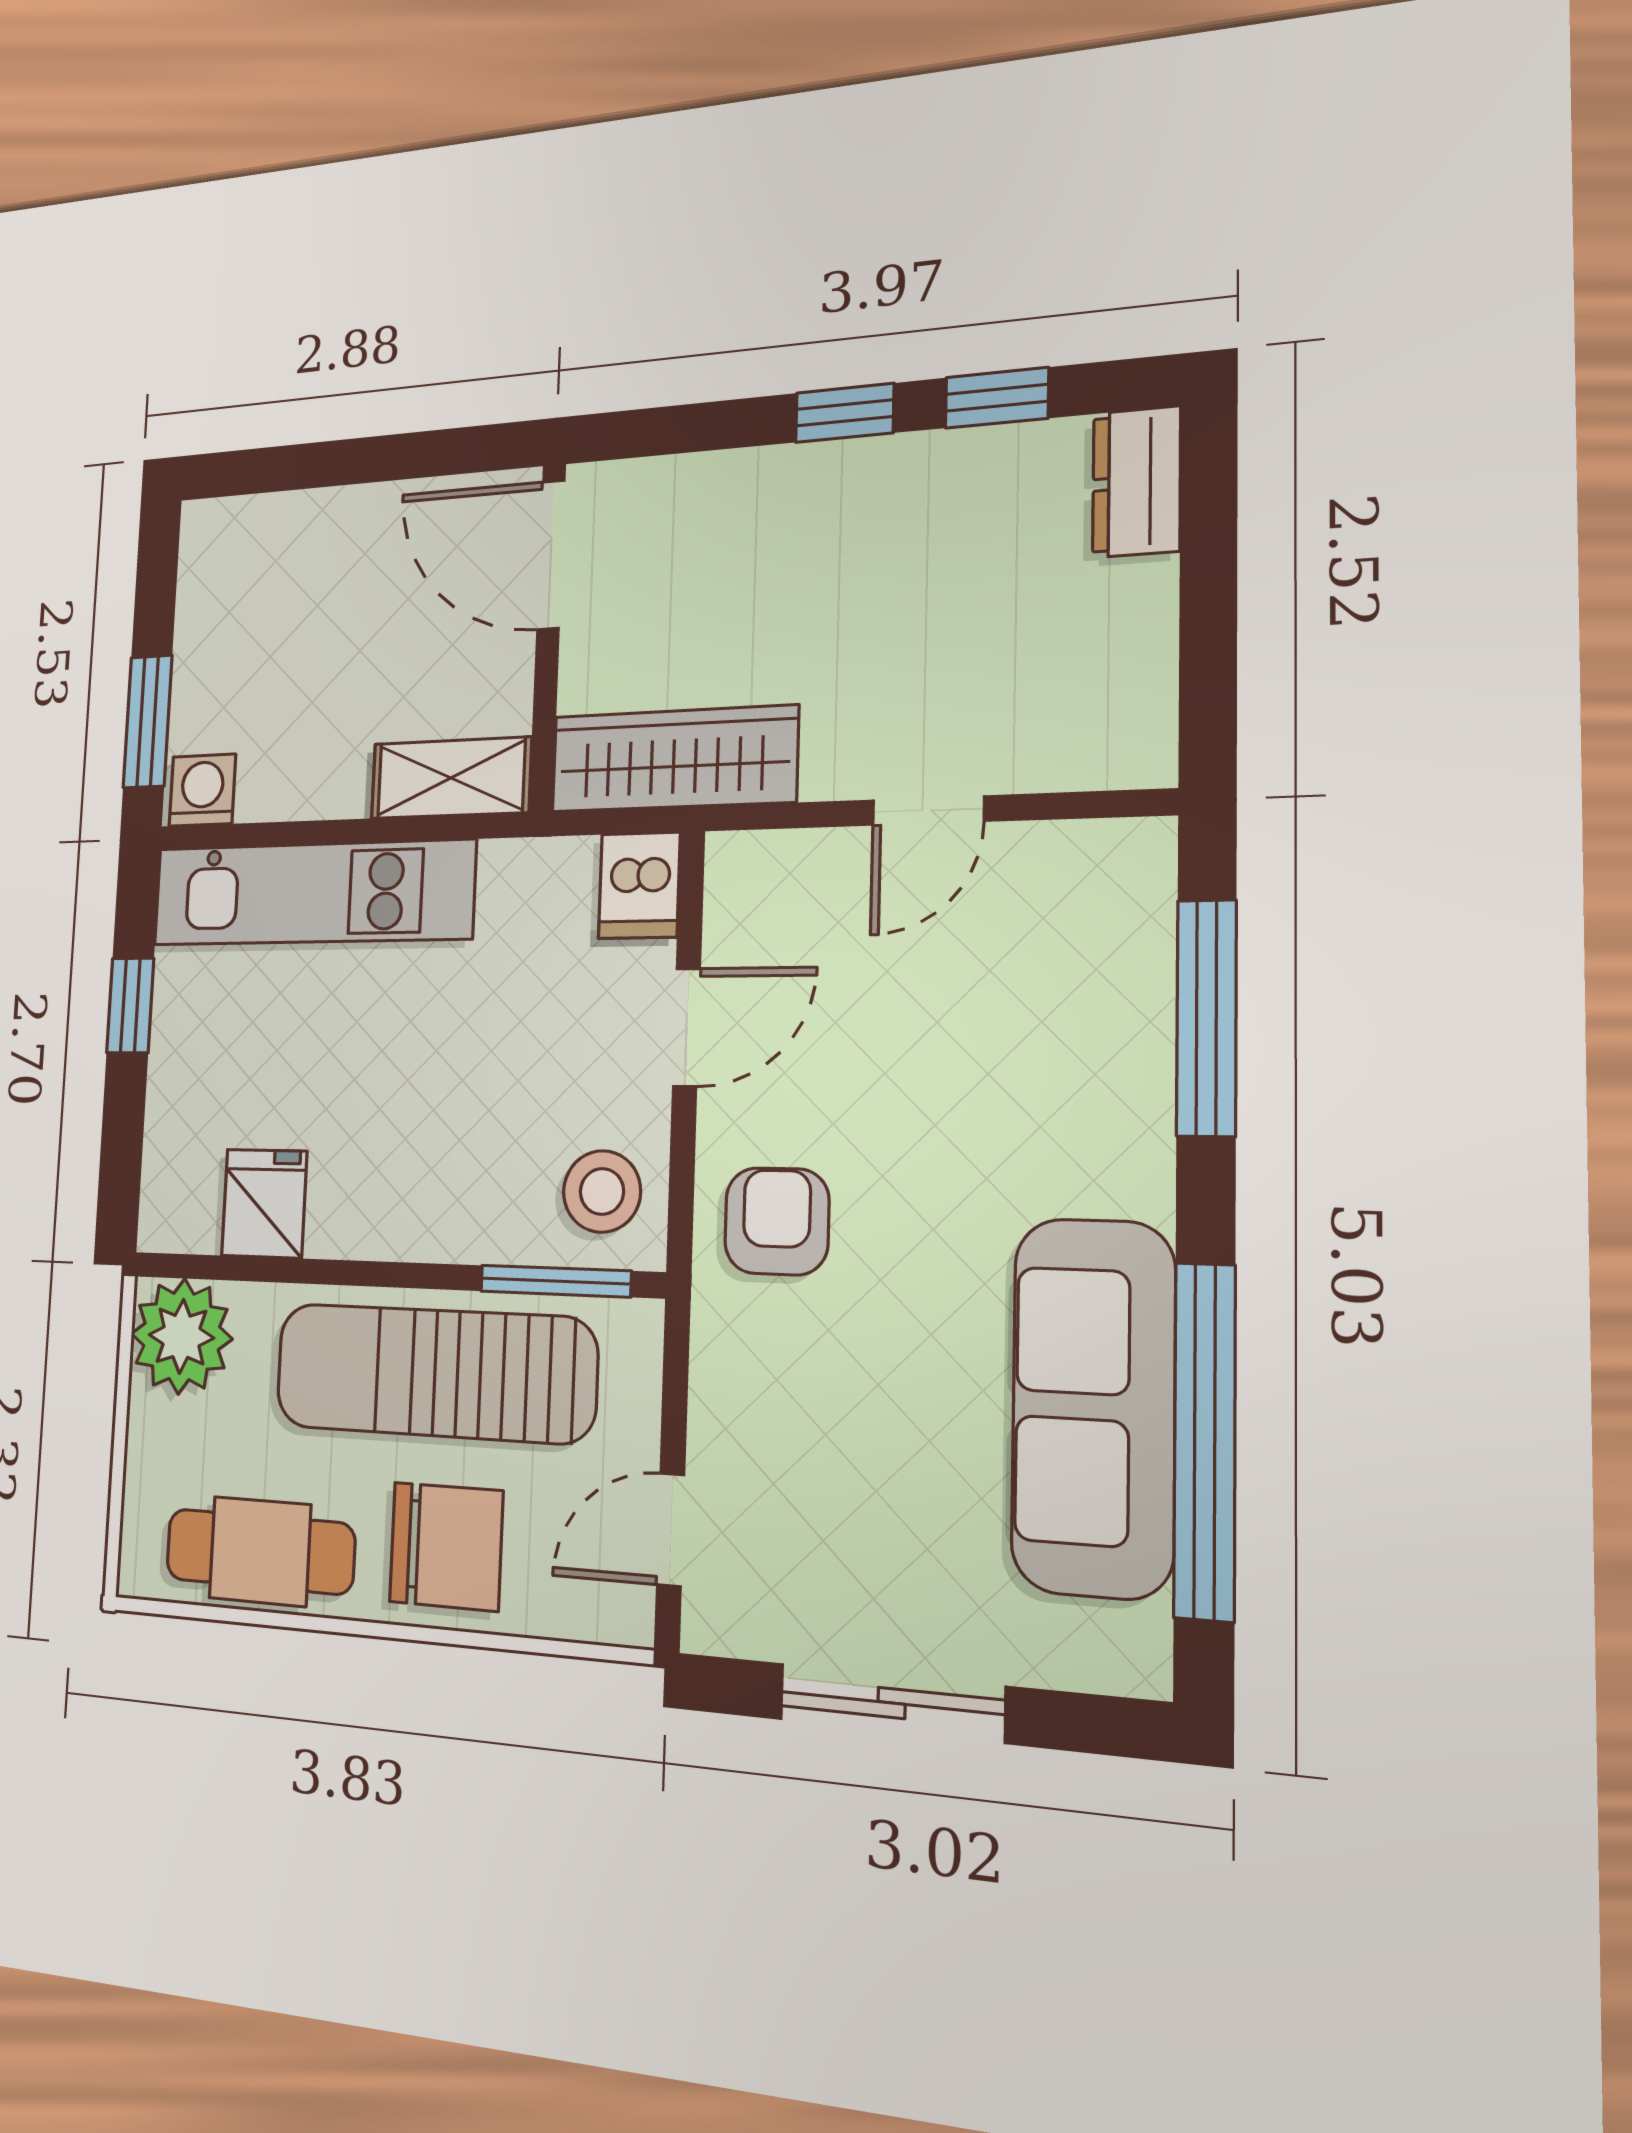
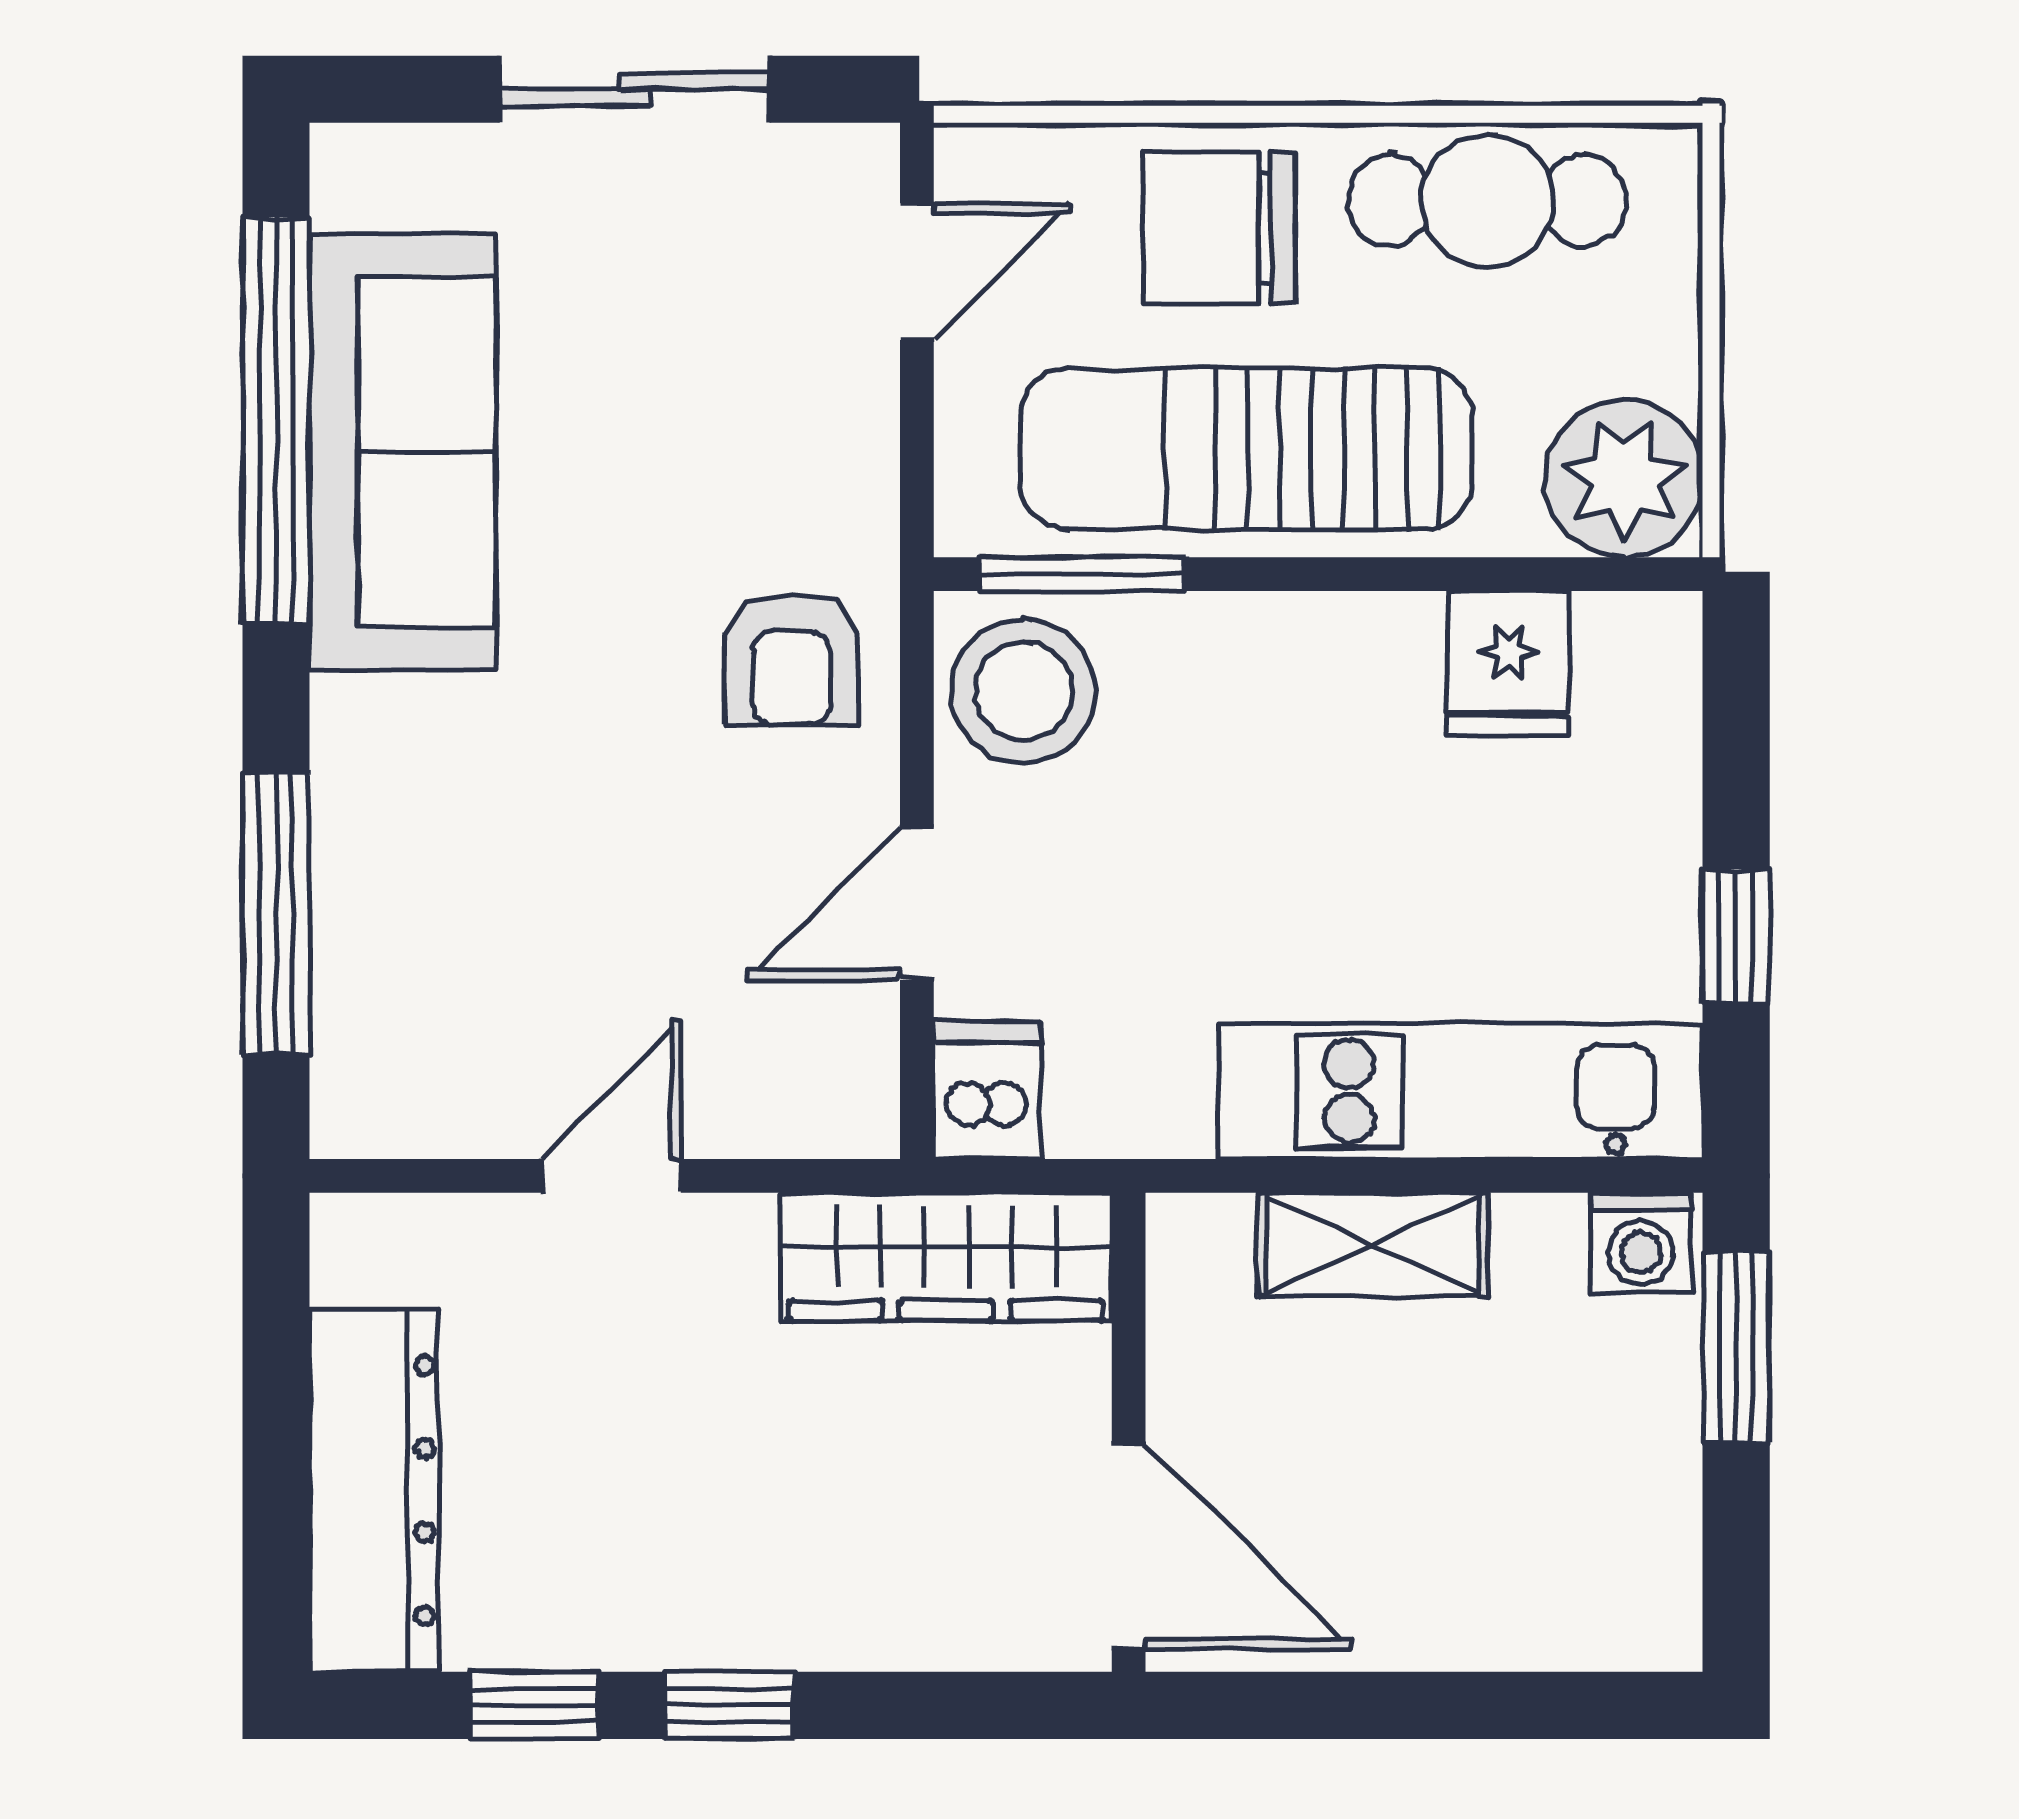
dresser: (1137, 482) -> (374, 1490), width x1.96, depth x1.24
shelving: (451, 778) -> (1373, 1244), moved
stool: (602, 1191) -> (1023, 691), width x1.38, depth x1.38
sun lounger: (434, 1373) -> (1246, 449), turned 180

